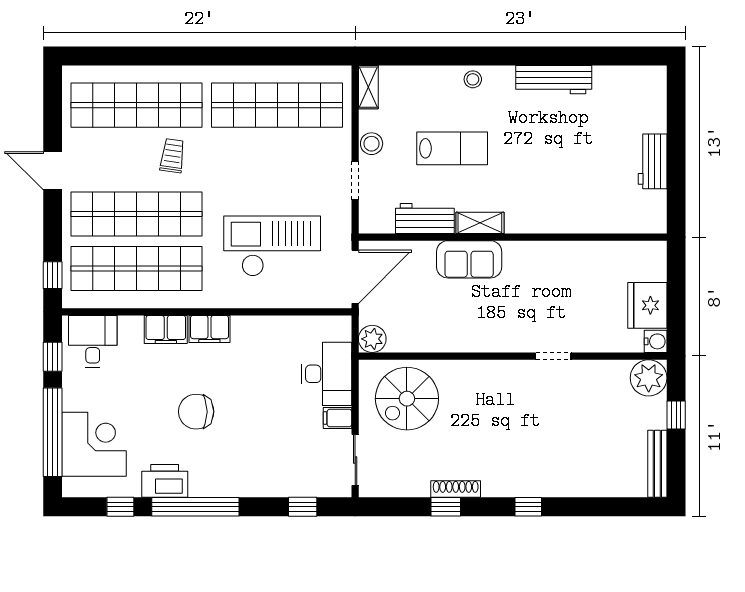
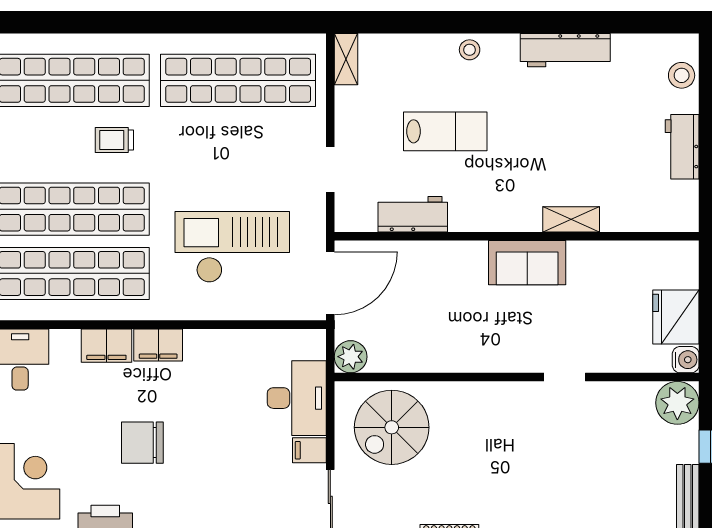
stool: (372, 144) -> (682, 75), moved
trolley: (172, 156) -> (114, 140), turned -98
shelving: (480, 223) -> (571, 219), moved
sofa: (469, 259) -> (527, 263), moved

